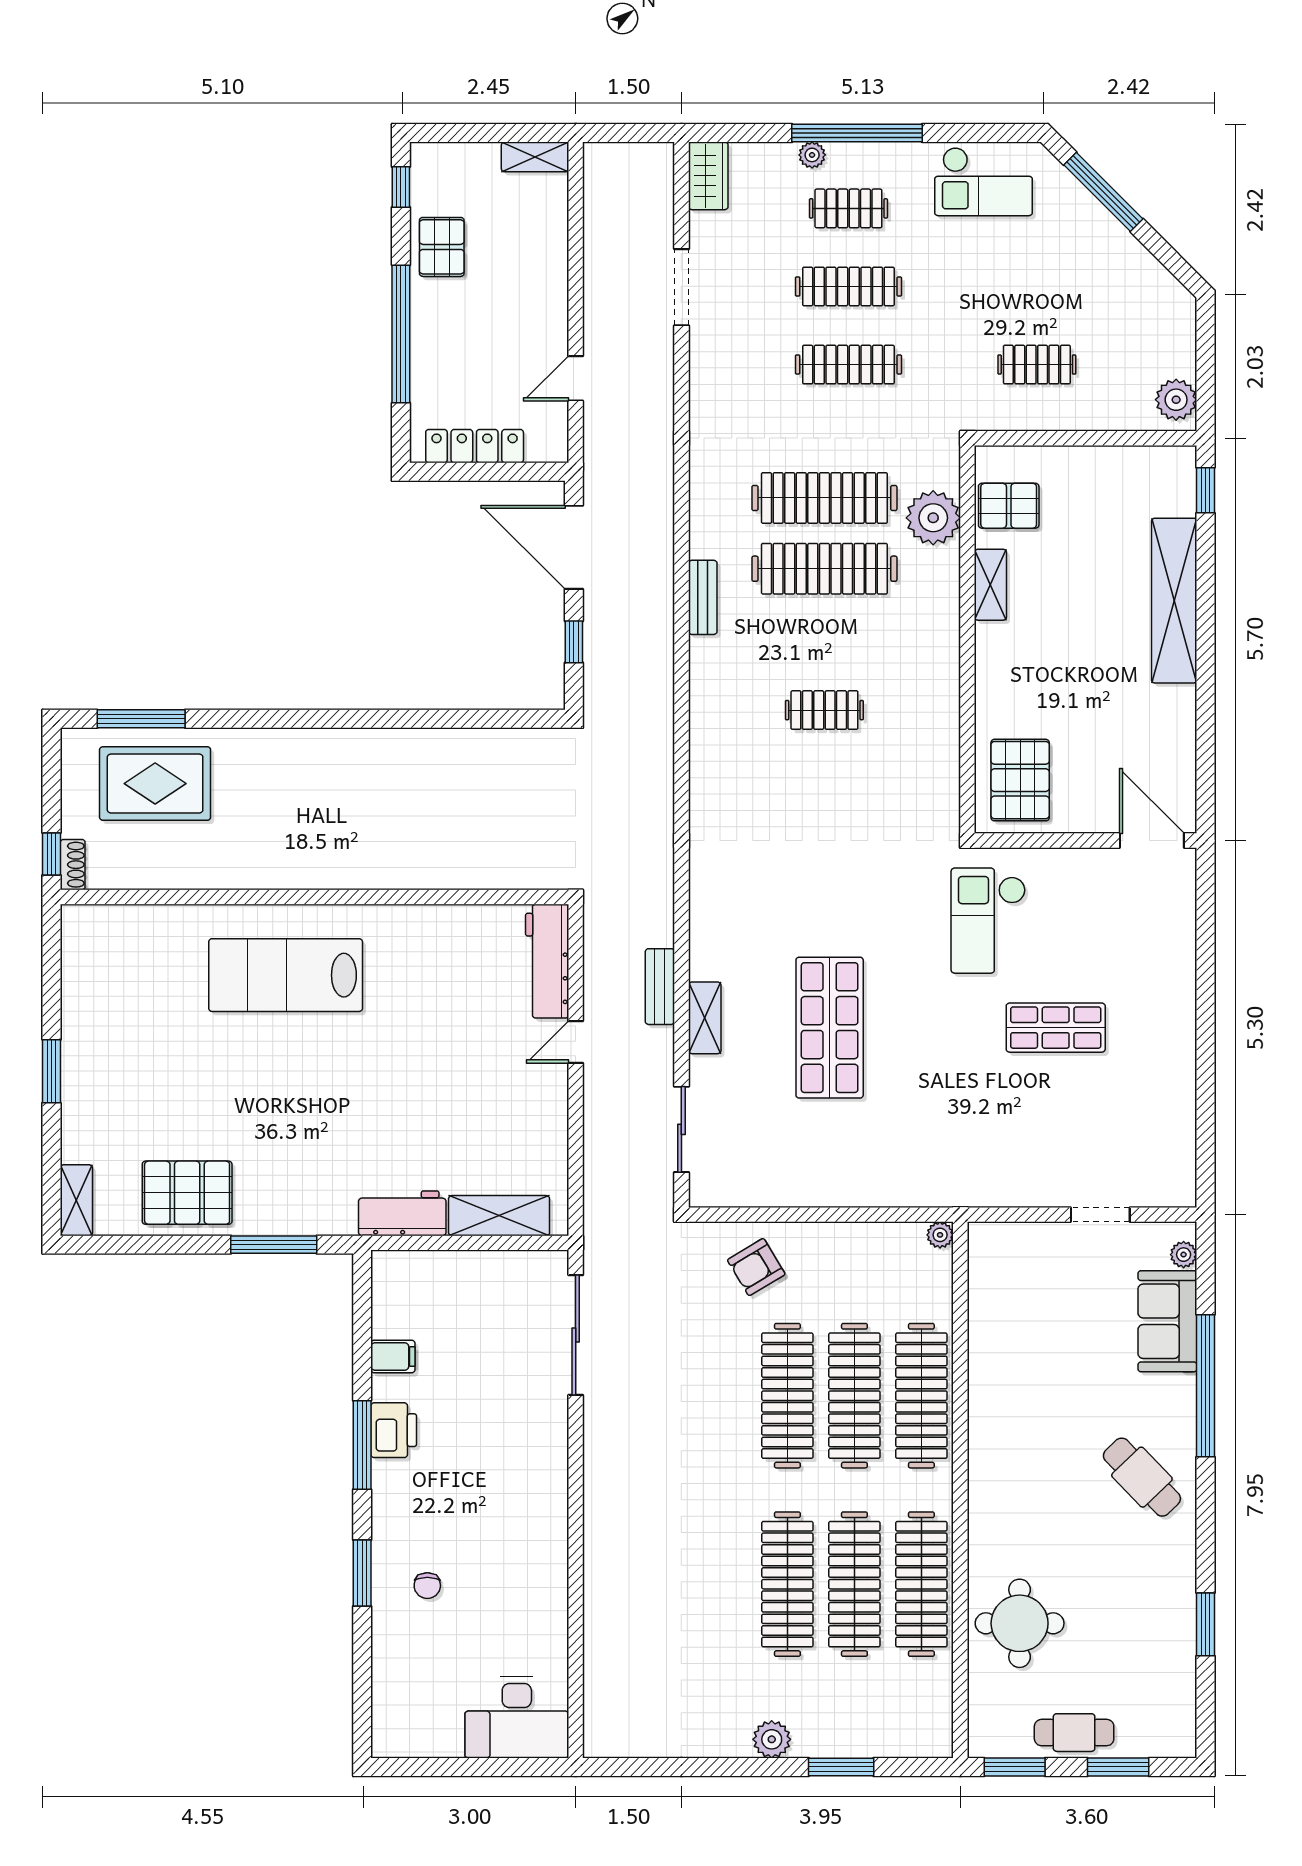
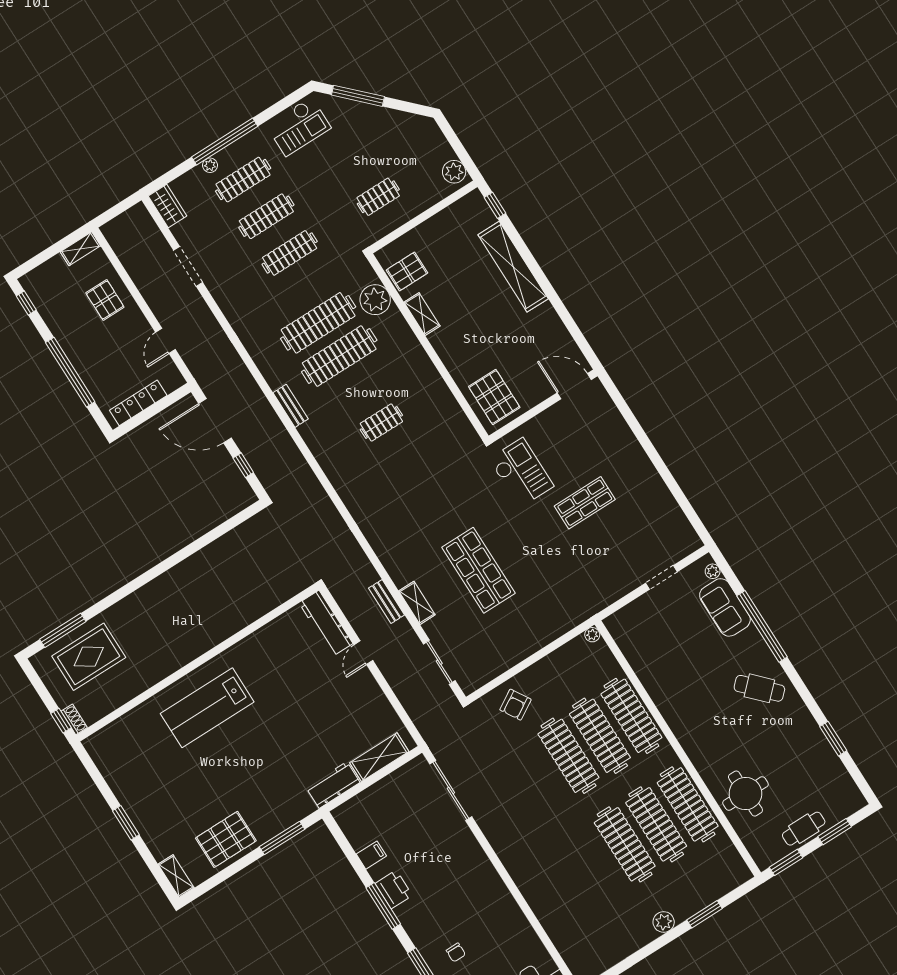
clothes rail: (848, 208) -> (243, 180), width x1.36
pallet: (442, 247) -> (105, 300), moved
checkout: (988, 921) -> (521, 473), turned 180

